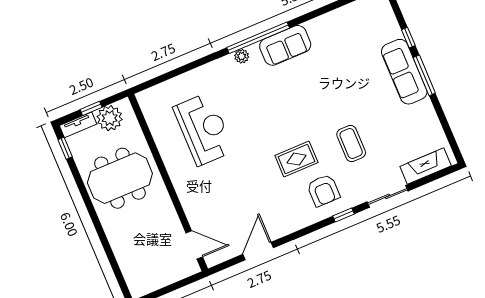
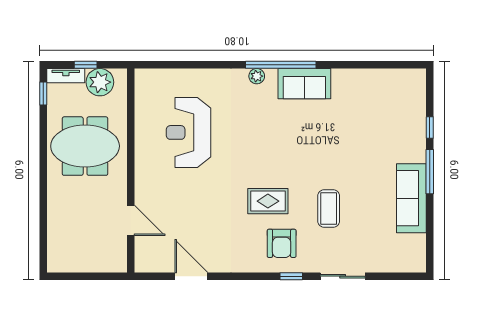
sofa: (404, 72) -> (411, 198), moved
reception desk: (204, 129) -> (188, 132), turned 180
fireplace: (426, 166) -> (393, 262), removed
door: (194, 245) -> (131, 220), moved
door: (258, 251) -> (191, 276), hinge flipped

